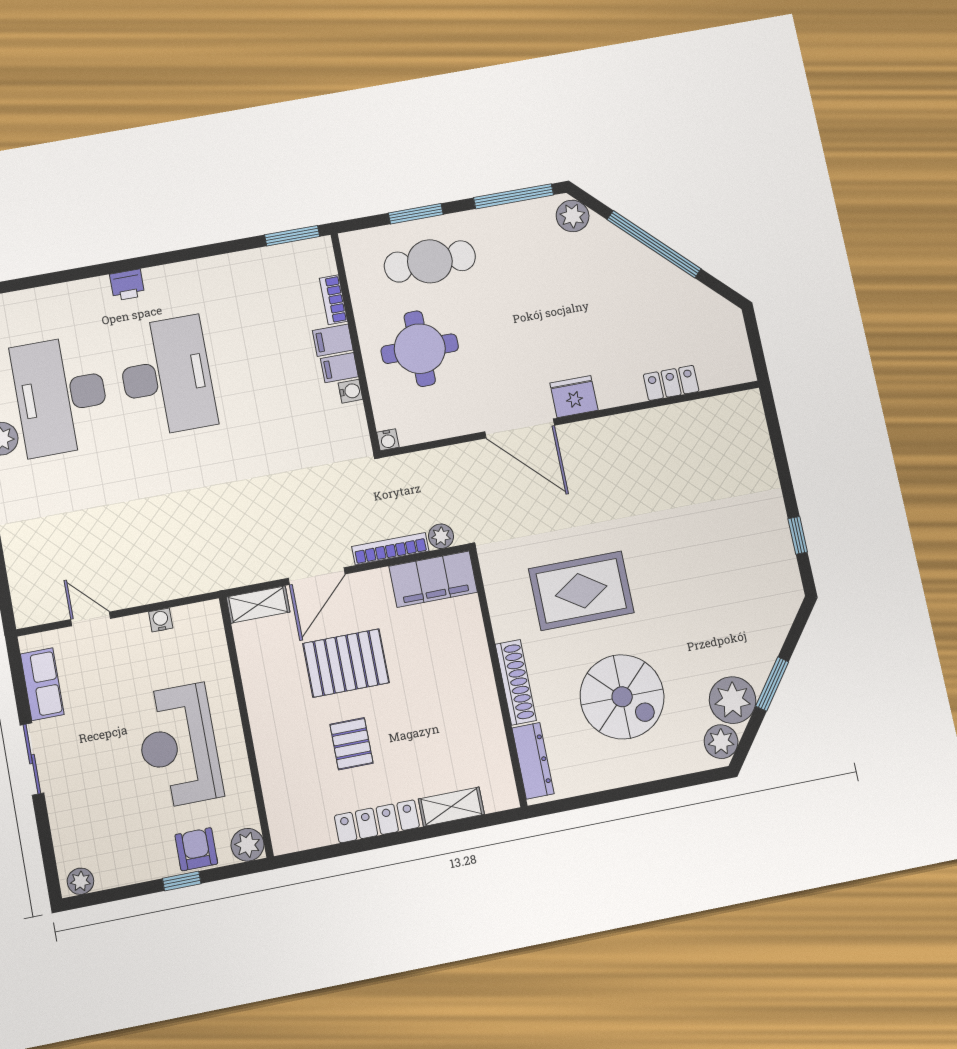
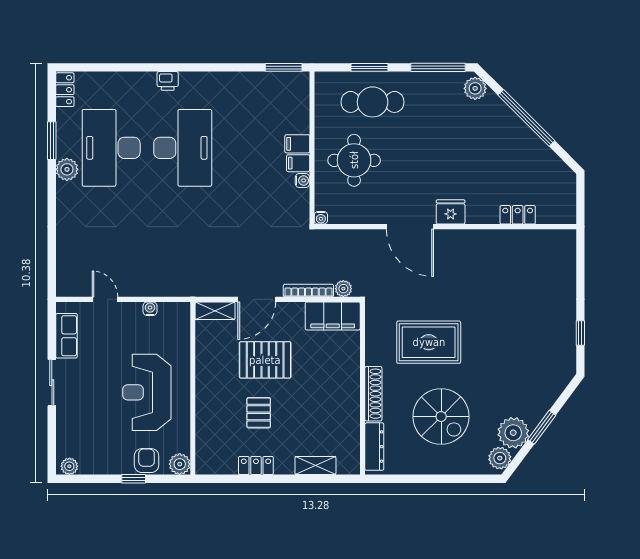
bookcase: (333, 300) -> (303, 116), removed
locker: (377, 821) -> (256, 466), width x0.66

